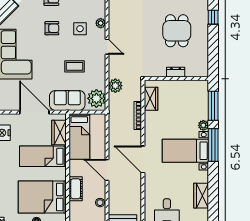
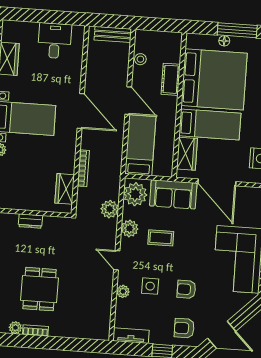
dining table: (177, 31) -> (40, 289), moved
plant: (99, 72) -> (130, 228), added
bed: (79, 136) -> (140, 145), moved
bed: (42, 197) -> (214, 79), width x1.36

